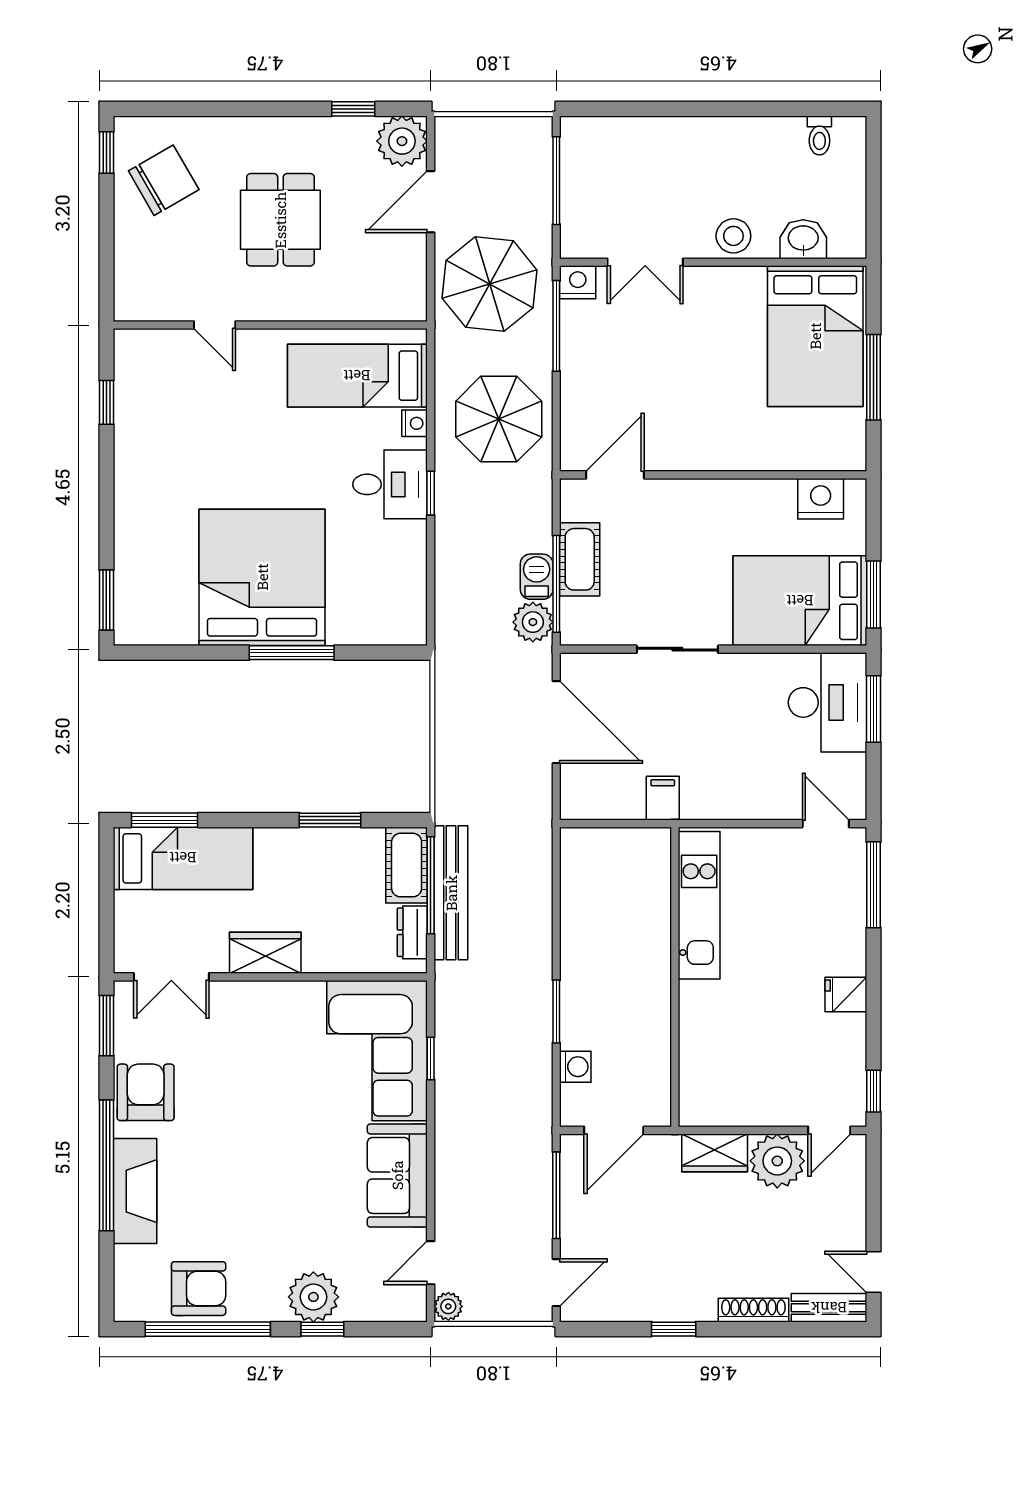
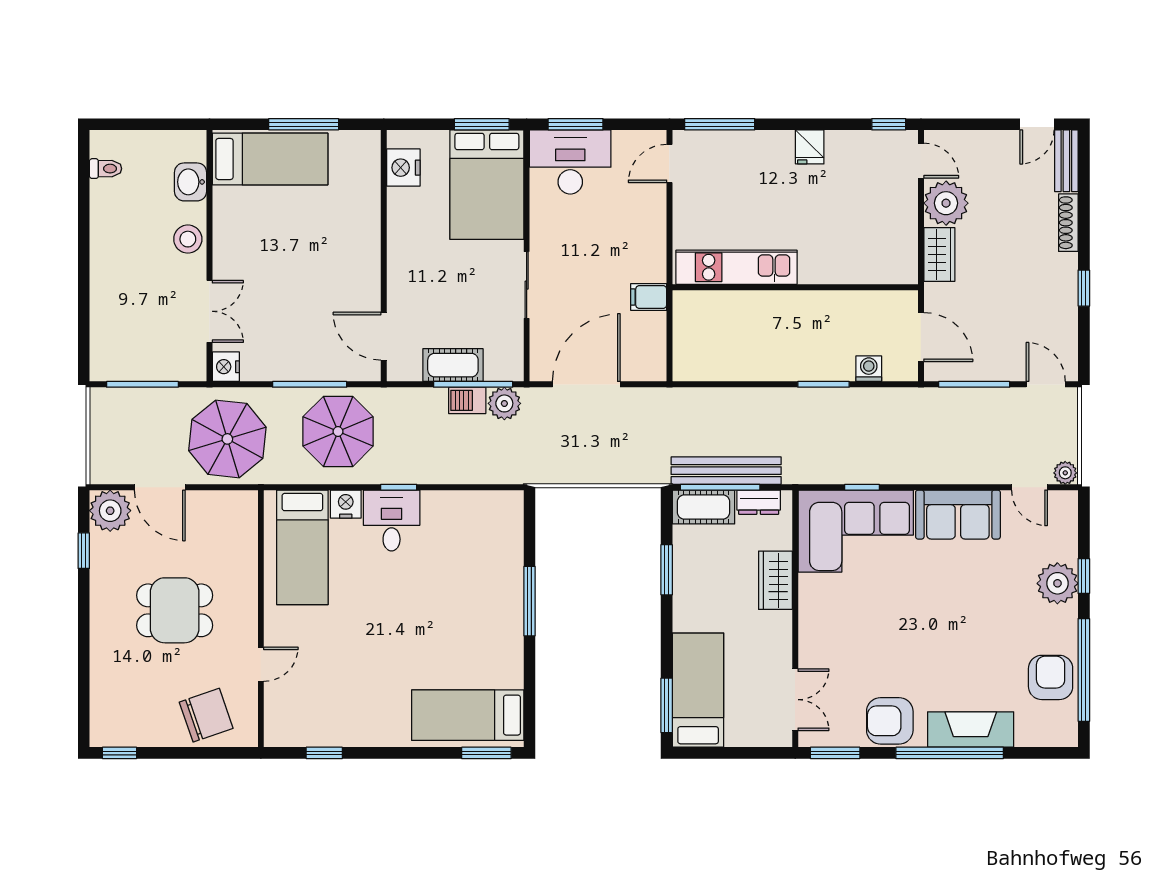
chair: (164, 180) -> (206, 715), moved, turned 101
window: (556, 326) -> (310, 384), moved
bed: (815, 336) -> (270, 159), width x0.67
nightstand: (415, 423) -> (346, 504), width x1.39, depth x1.35
bed: (262, 577) -> (468, 715), moved, width x0.49
wardrobe: (265, 953) -> (775, 580), moved

